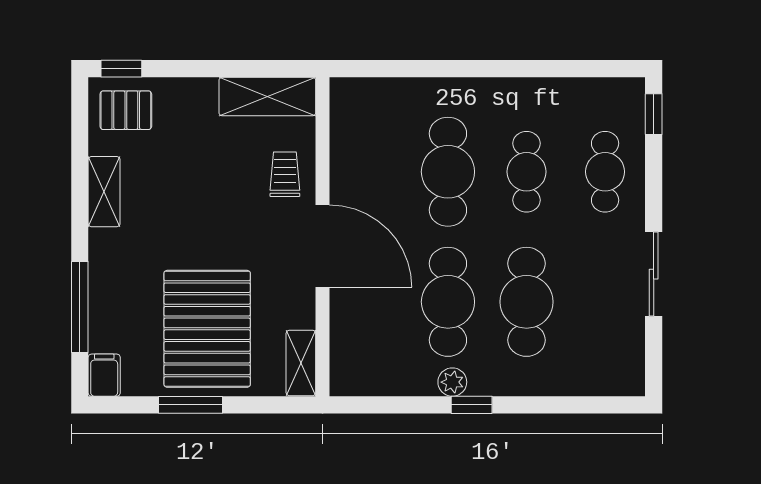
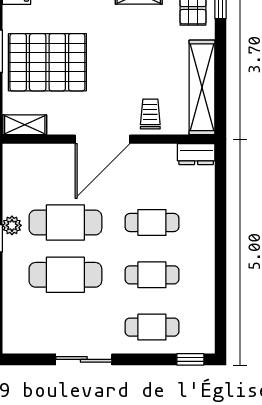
shelving: (267, 97) -> (202, 87), width x1.47
dresser: (345, 105) -> (196, 154), added
cafe table: (448, 172) -> (152, 223), width x0.73, depth x0.74
trolley: (285, 174) -> (150, 114), turned -90

